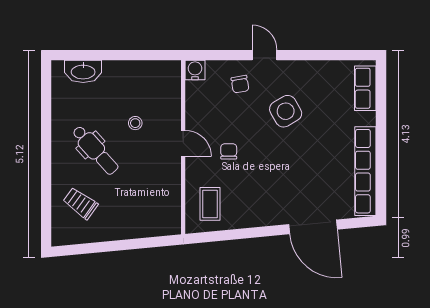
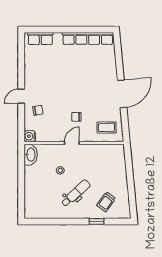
washbasin: (83, 71) -> (31, 155), moved
side table: (286, 111) -> (53, 84), removed
window: (46, 186) -> (97, 221), added
door: (313, 227) -> (122, 94), moved

